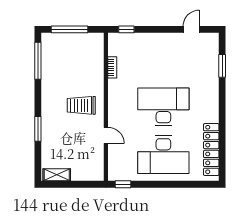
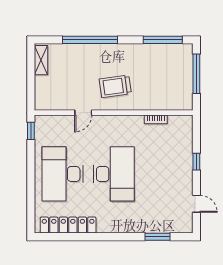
window: (126, 29) -> (196, 162), moved
trolley: (81, 105) -> (115, 86), turned -98
window: (38, 129) -> (90, 40), width x2.11

